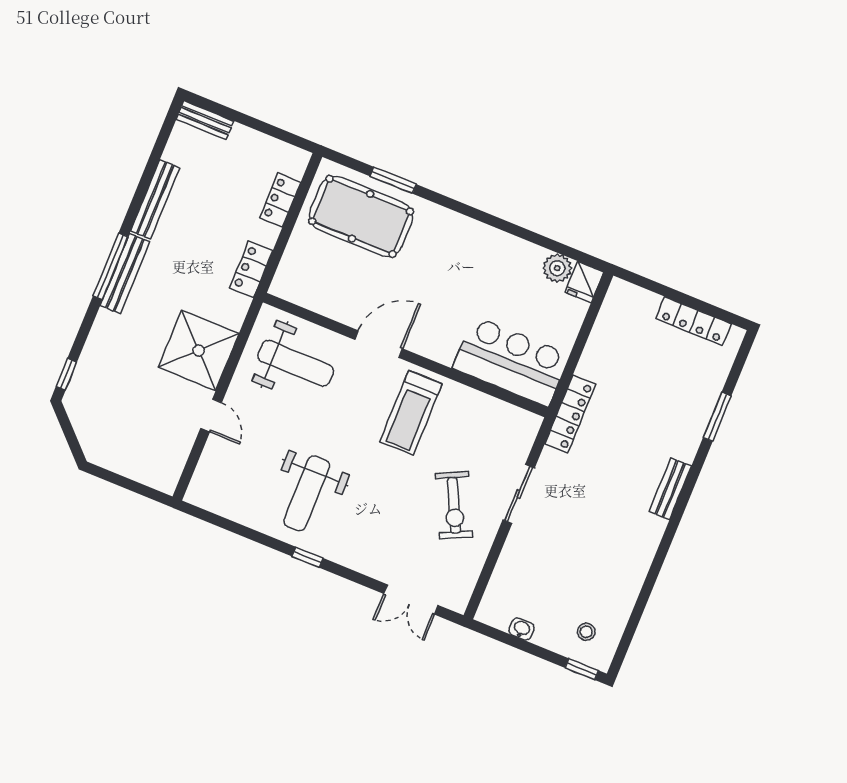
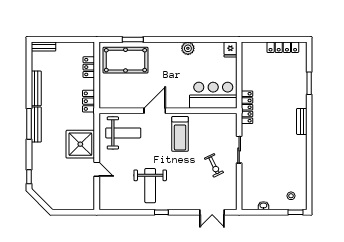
plant: (557, 268) -> (188, 48), moved
exercise bike: (454, 505) -> (214, 165), width x0.73, depth x0.72

